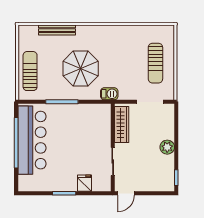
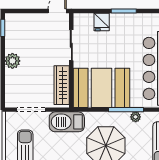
barbecue: (109, 94) -> (67, 122), width x1.88, depth x1.53
plant: (53, 95) -> (136, 117), added
booth: (85, 122) -> (101, 88), added

